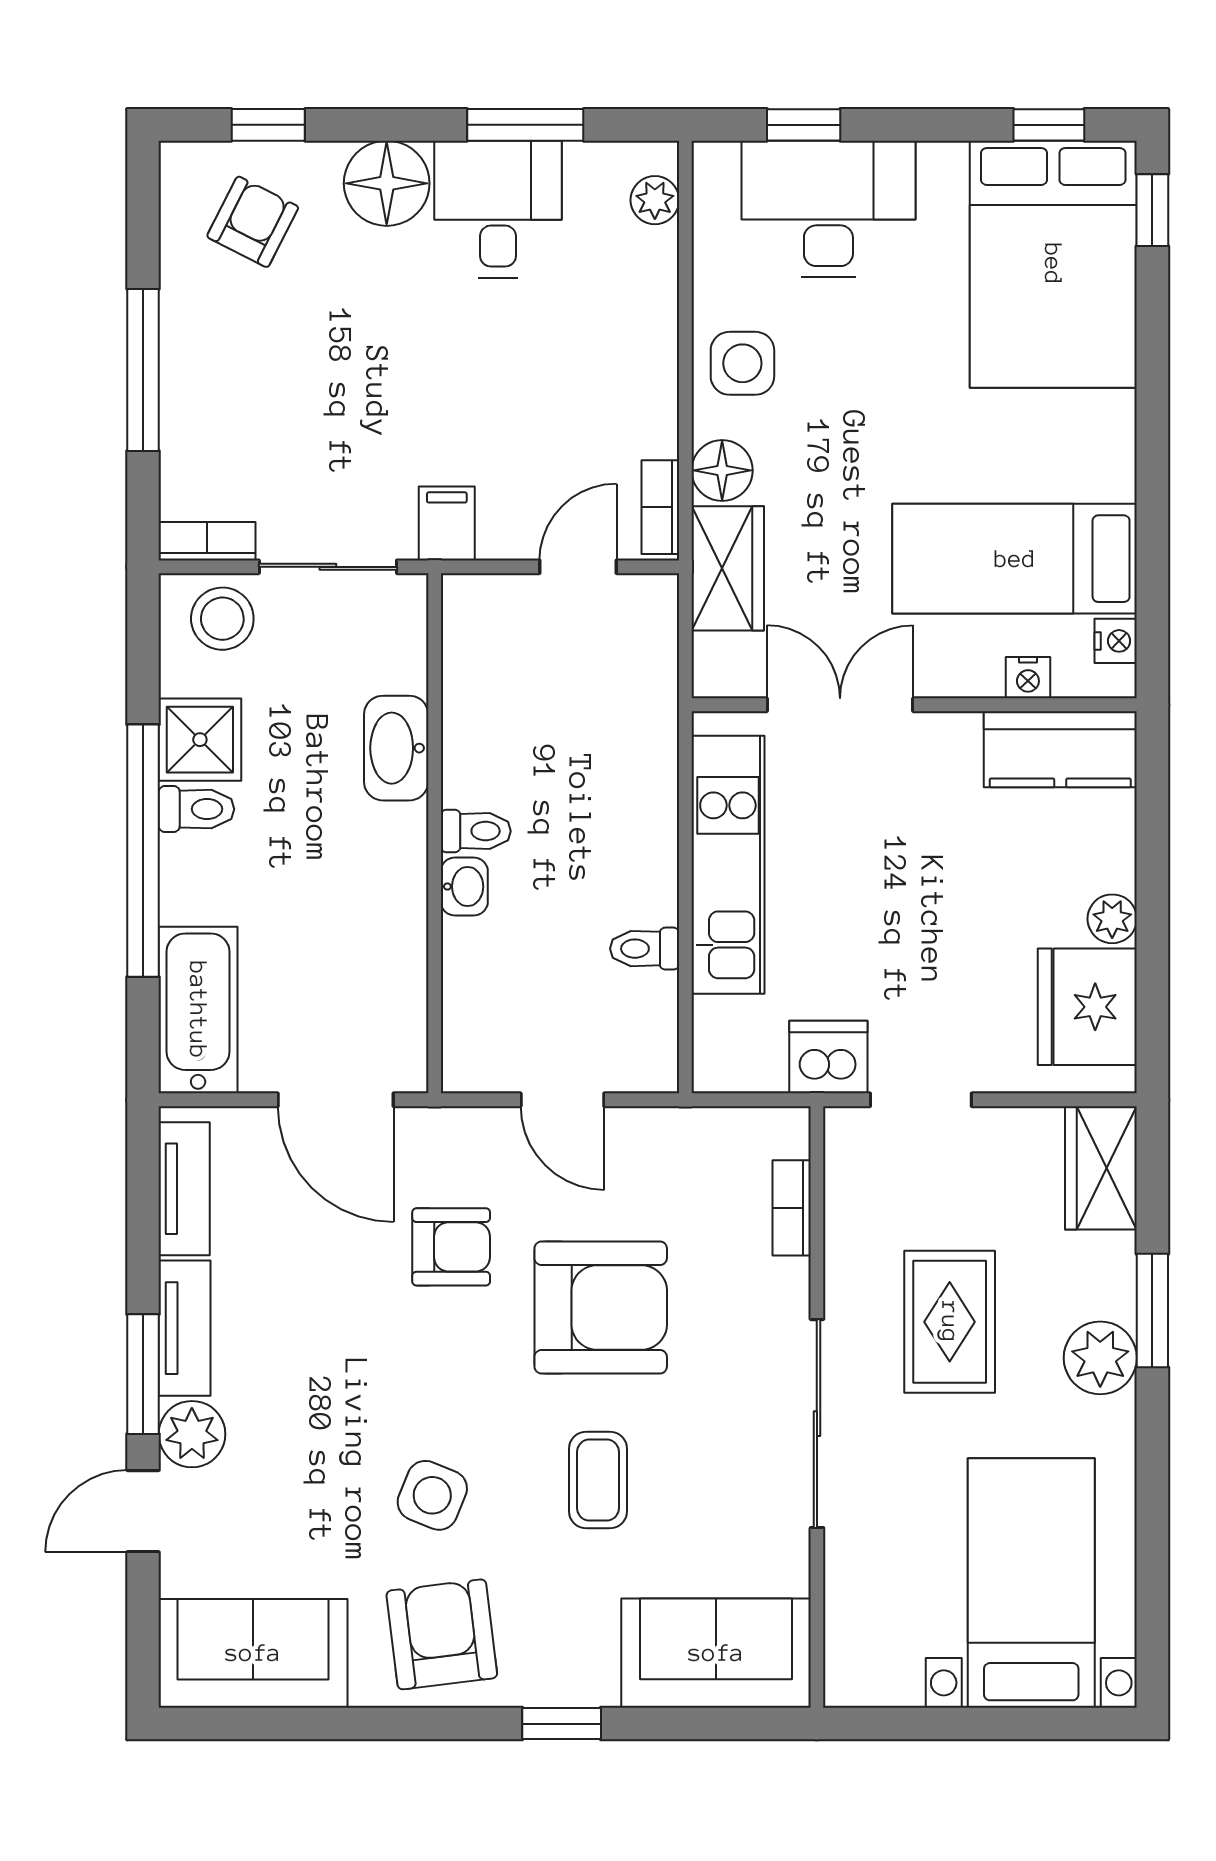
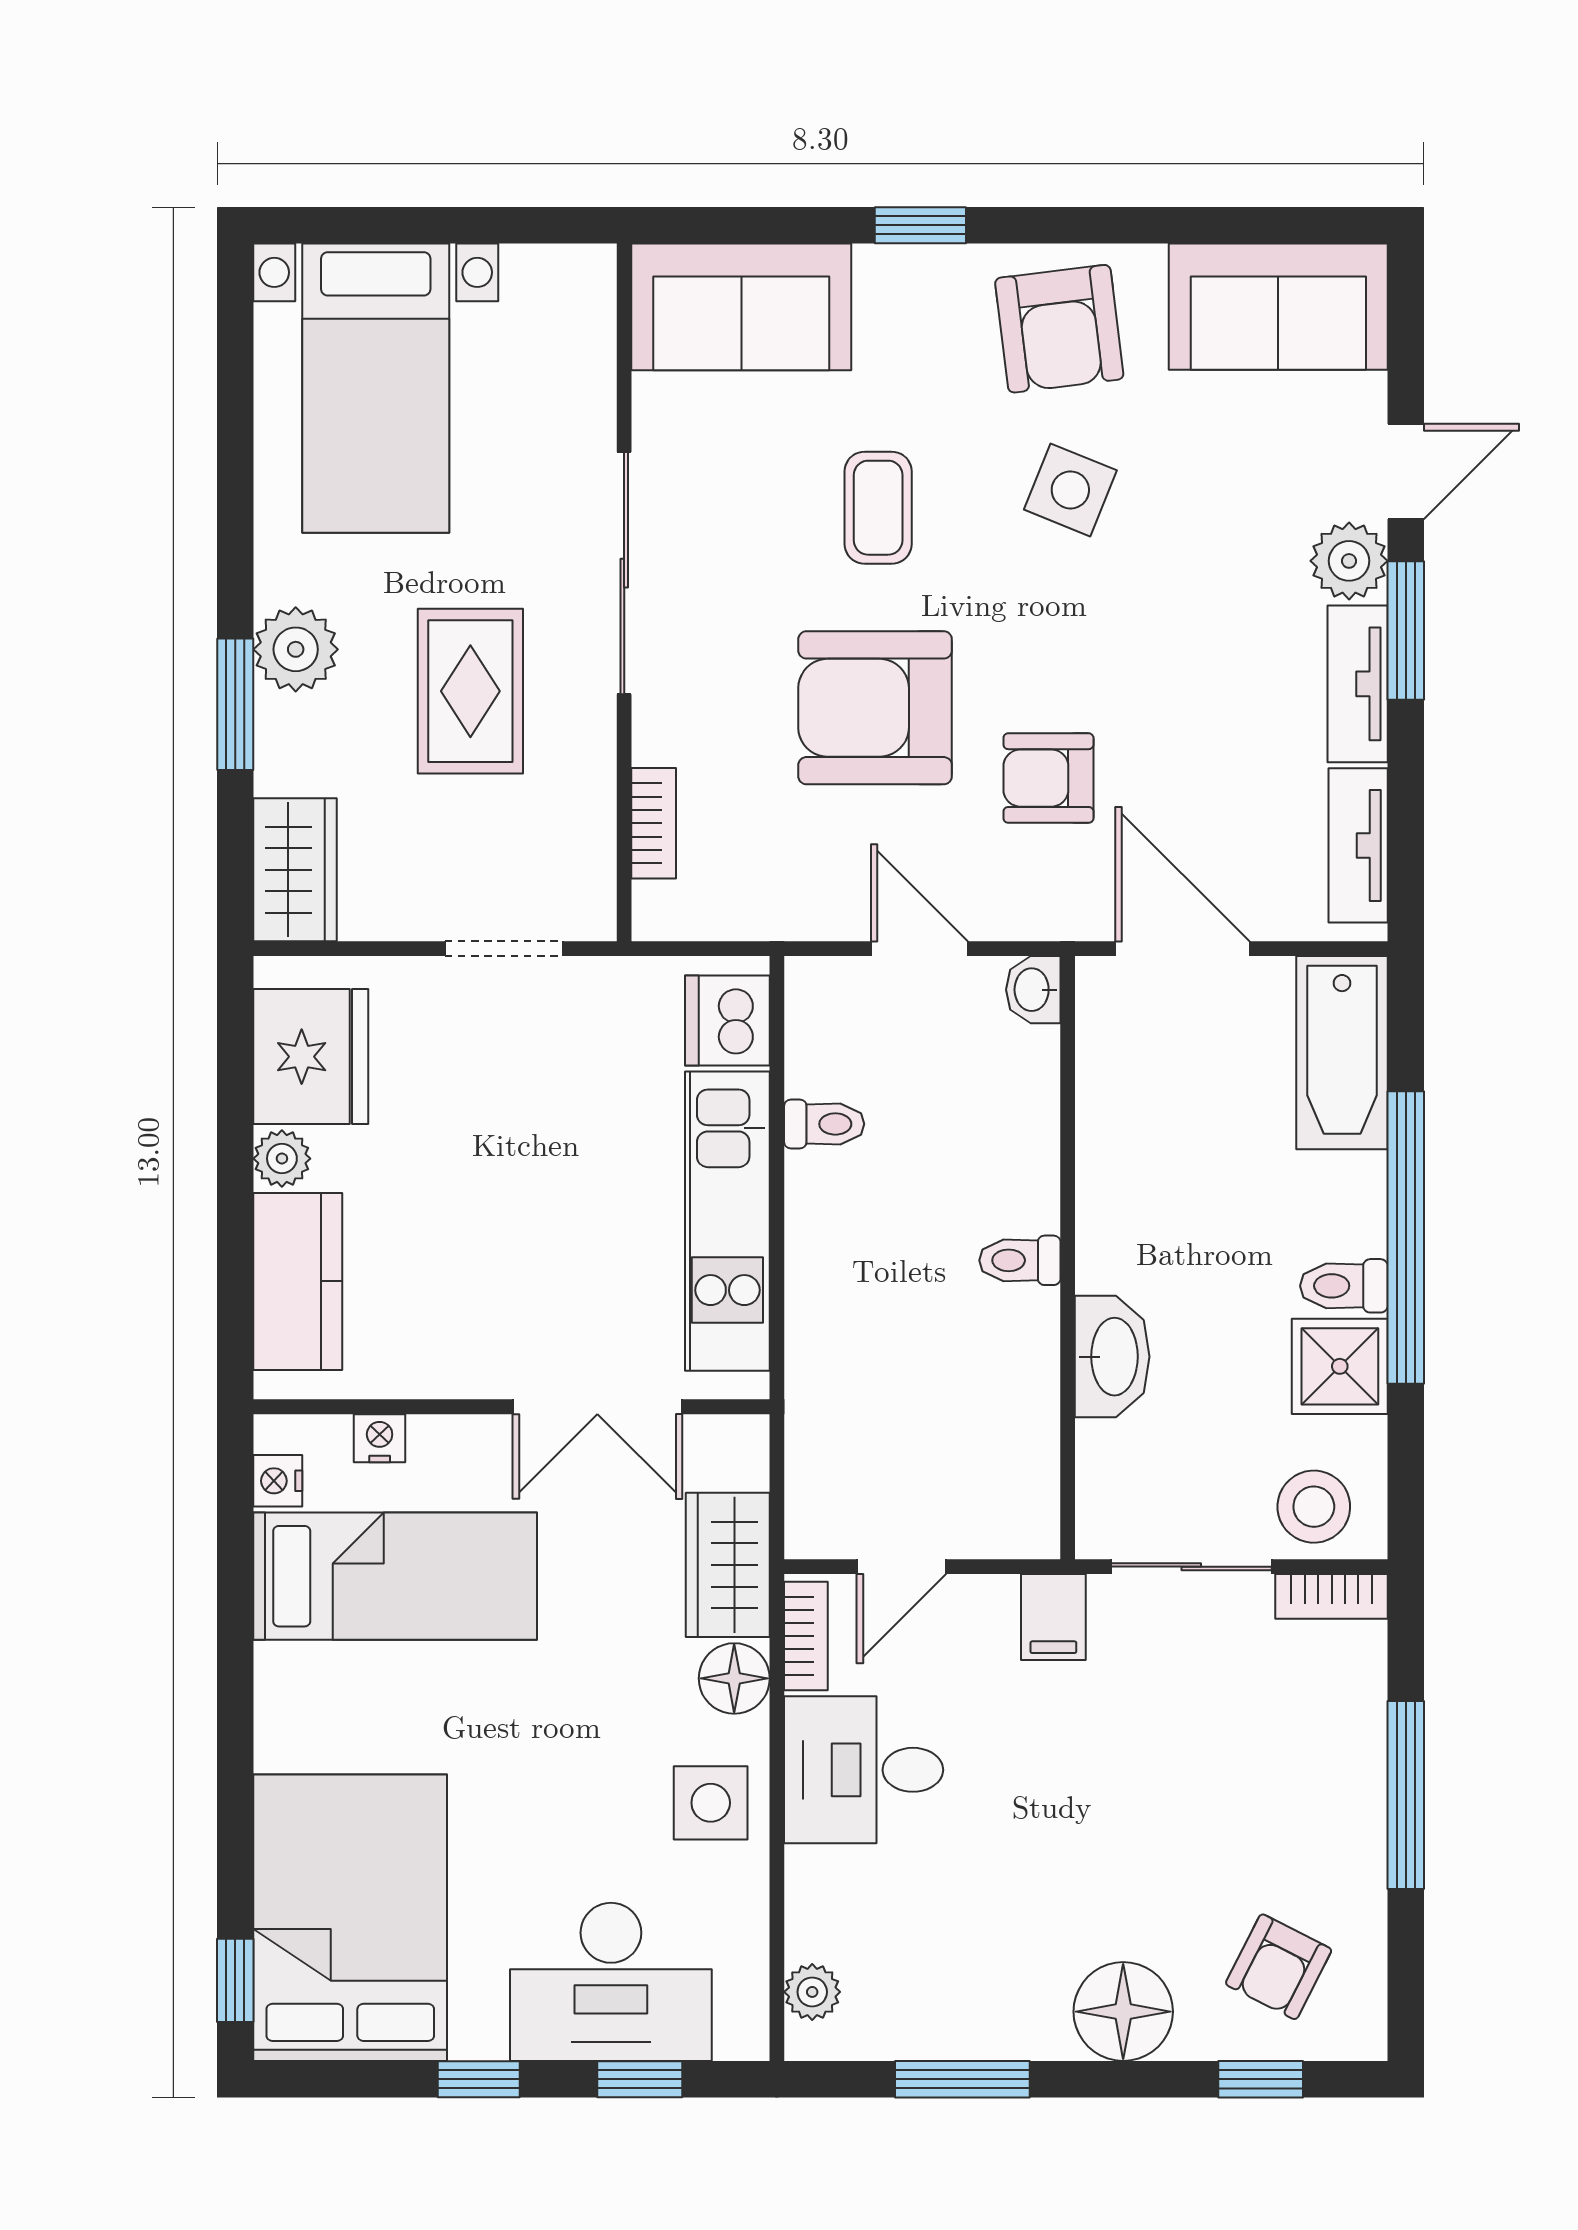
window: (1049, 125) -> (479, 2079), moved
desk: (498, 209) -> (864, 1770), moved, turned 90
kitchen counter: (1060, 749) -> (298, 1281), moved, turned 90
washbasin: (464, 887) -> (1033, 990), moved
dishwasher: (828, 1057) -> (727, 1021), moved, turned 90

